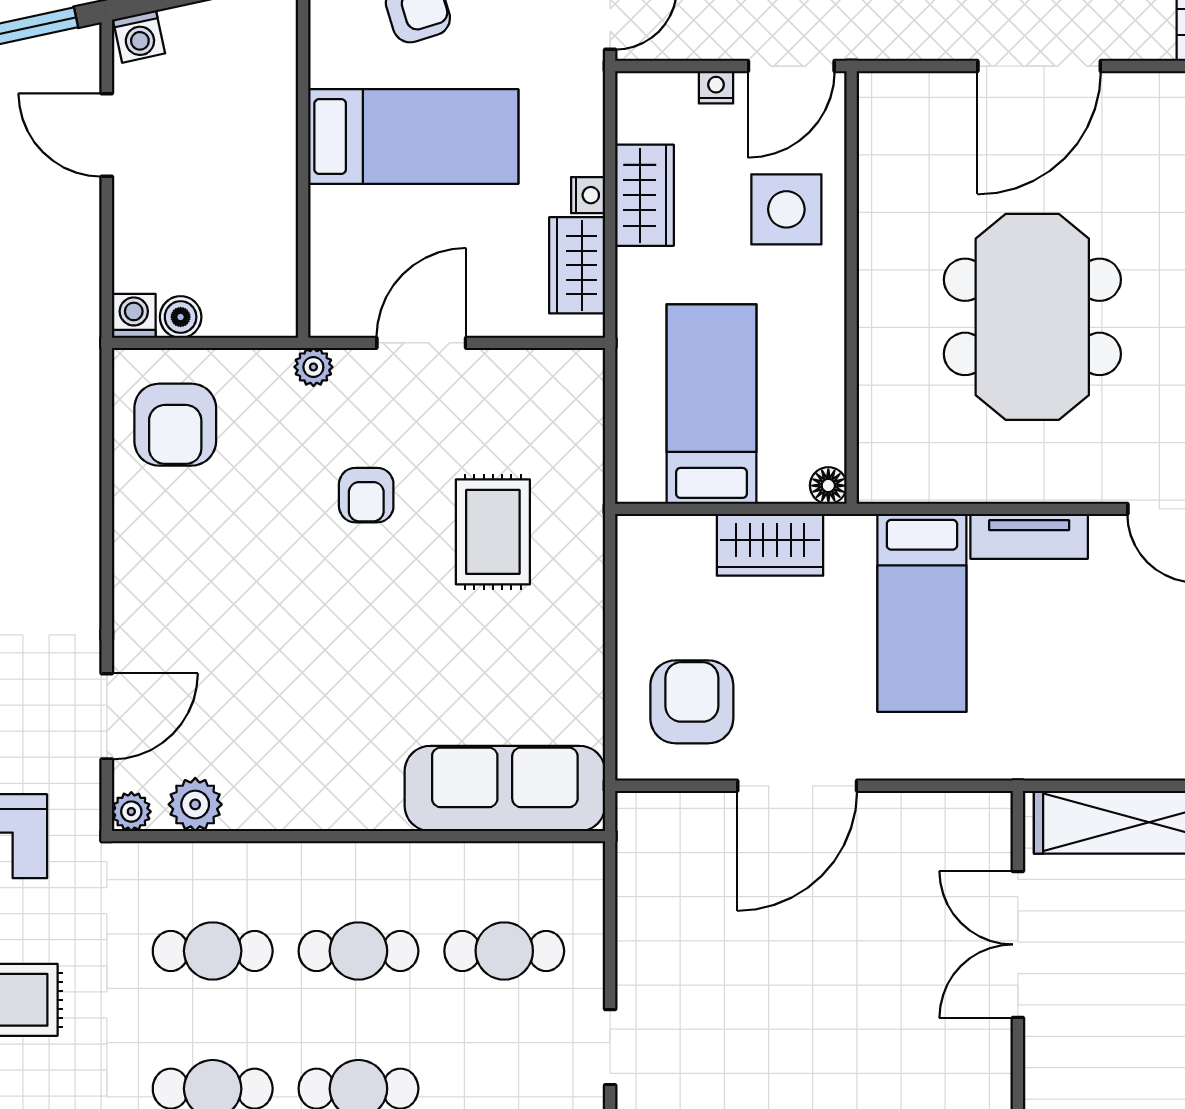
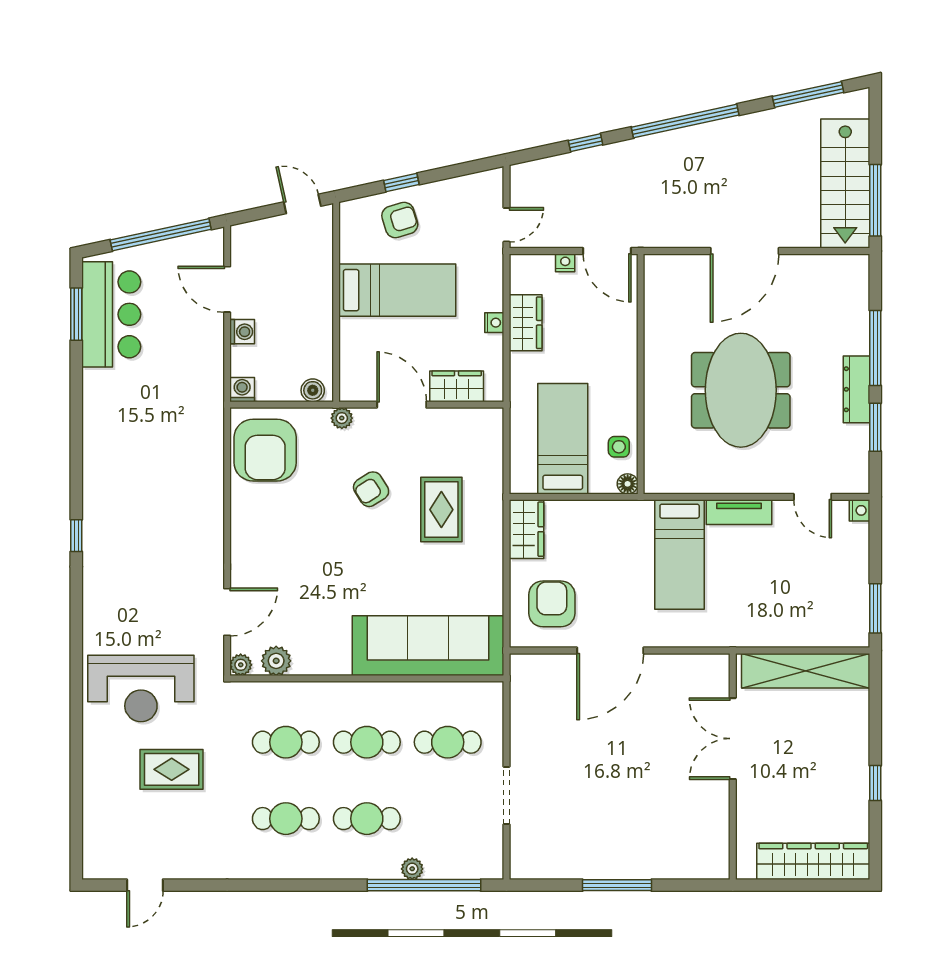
washing machine: (139, 37) -> (242, 332), moved, turned -78
door: (791, 66) -> (607, 251), hinge flipped
side table: (786, 209) -> (619, 447), moved, width x0.54, depth x0.54
wardrobe: (577, 265) -> (457, 386), moved, turned 90
boiler: (181, 317) -> (313, 390), moved
door: (421, 343) -> (402, 405), hinge flipped
armchair: (175, 425) -> (265, 450), width x1.36, depth x1.36
armchair: (366, 495) -> (371, 489), turned 58
wardrobe: (770, 545) -> (526, 529), moved, turned -90
sofa: (505, 788) -> (428, 646), width x1.36, depth x1.27
doorway: (610, 1047) -> (506, 796), width x1.38

